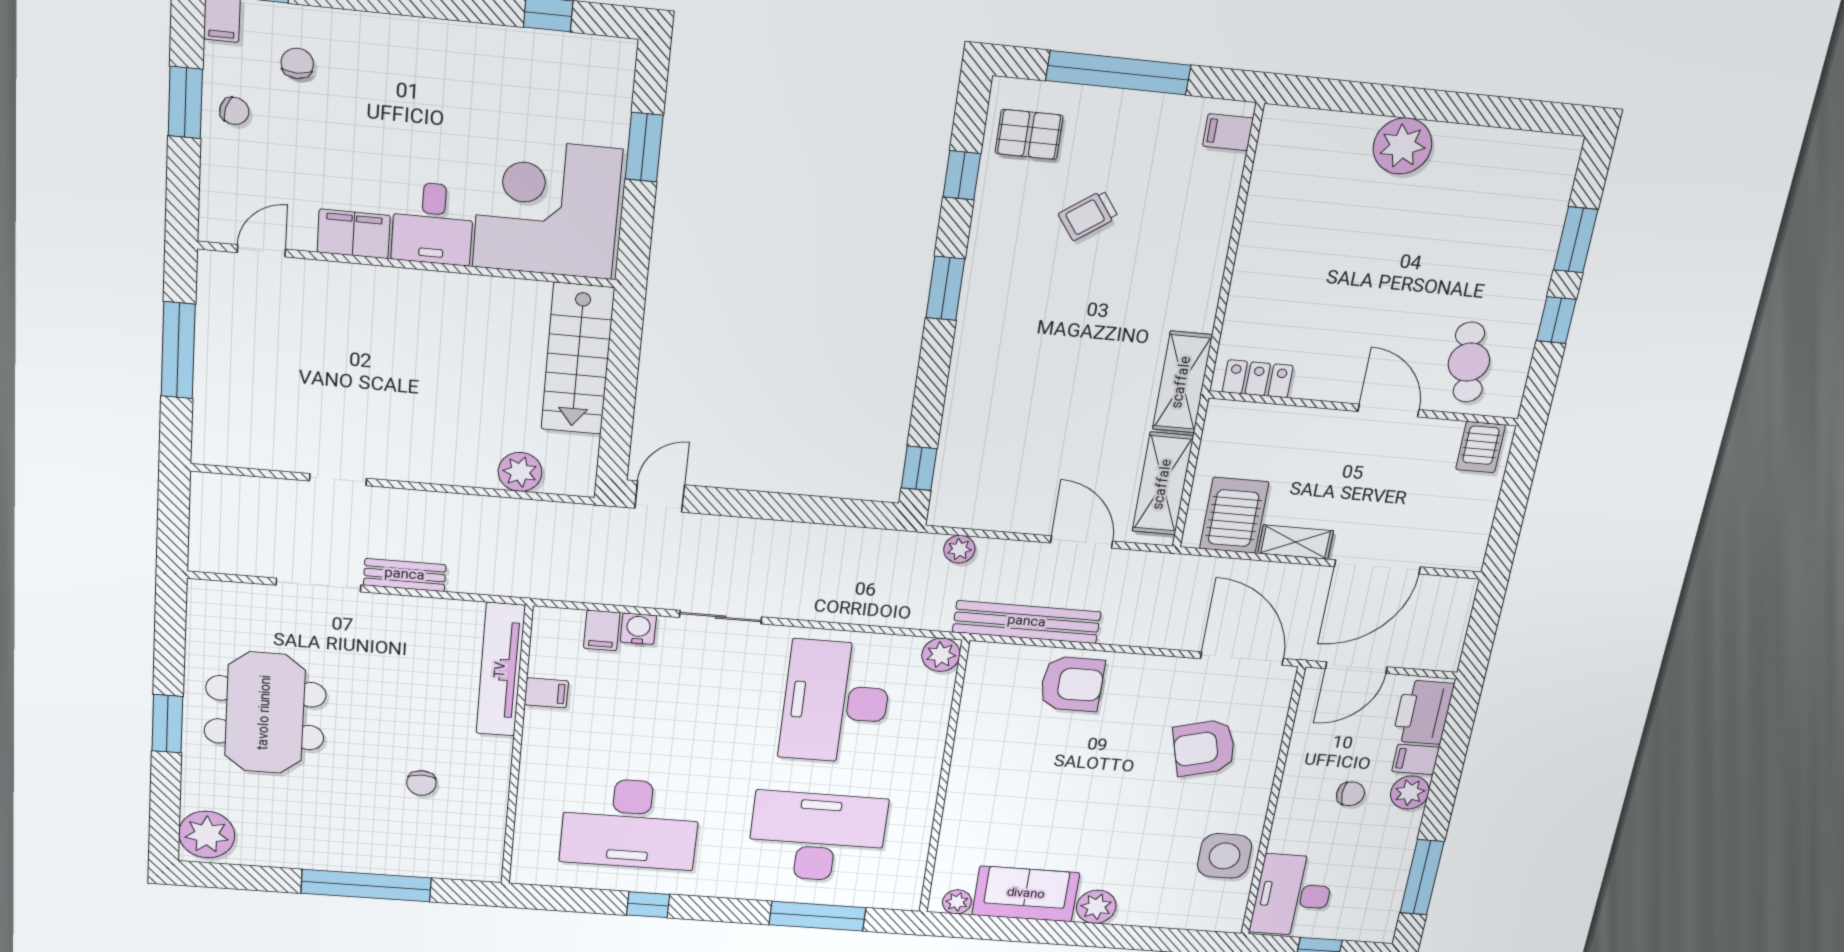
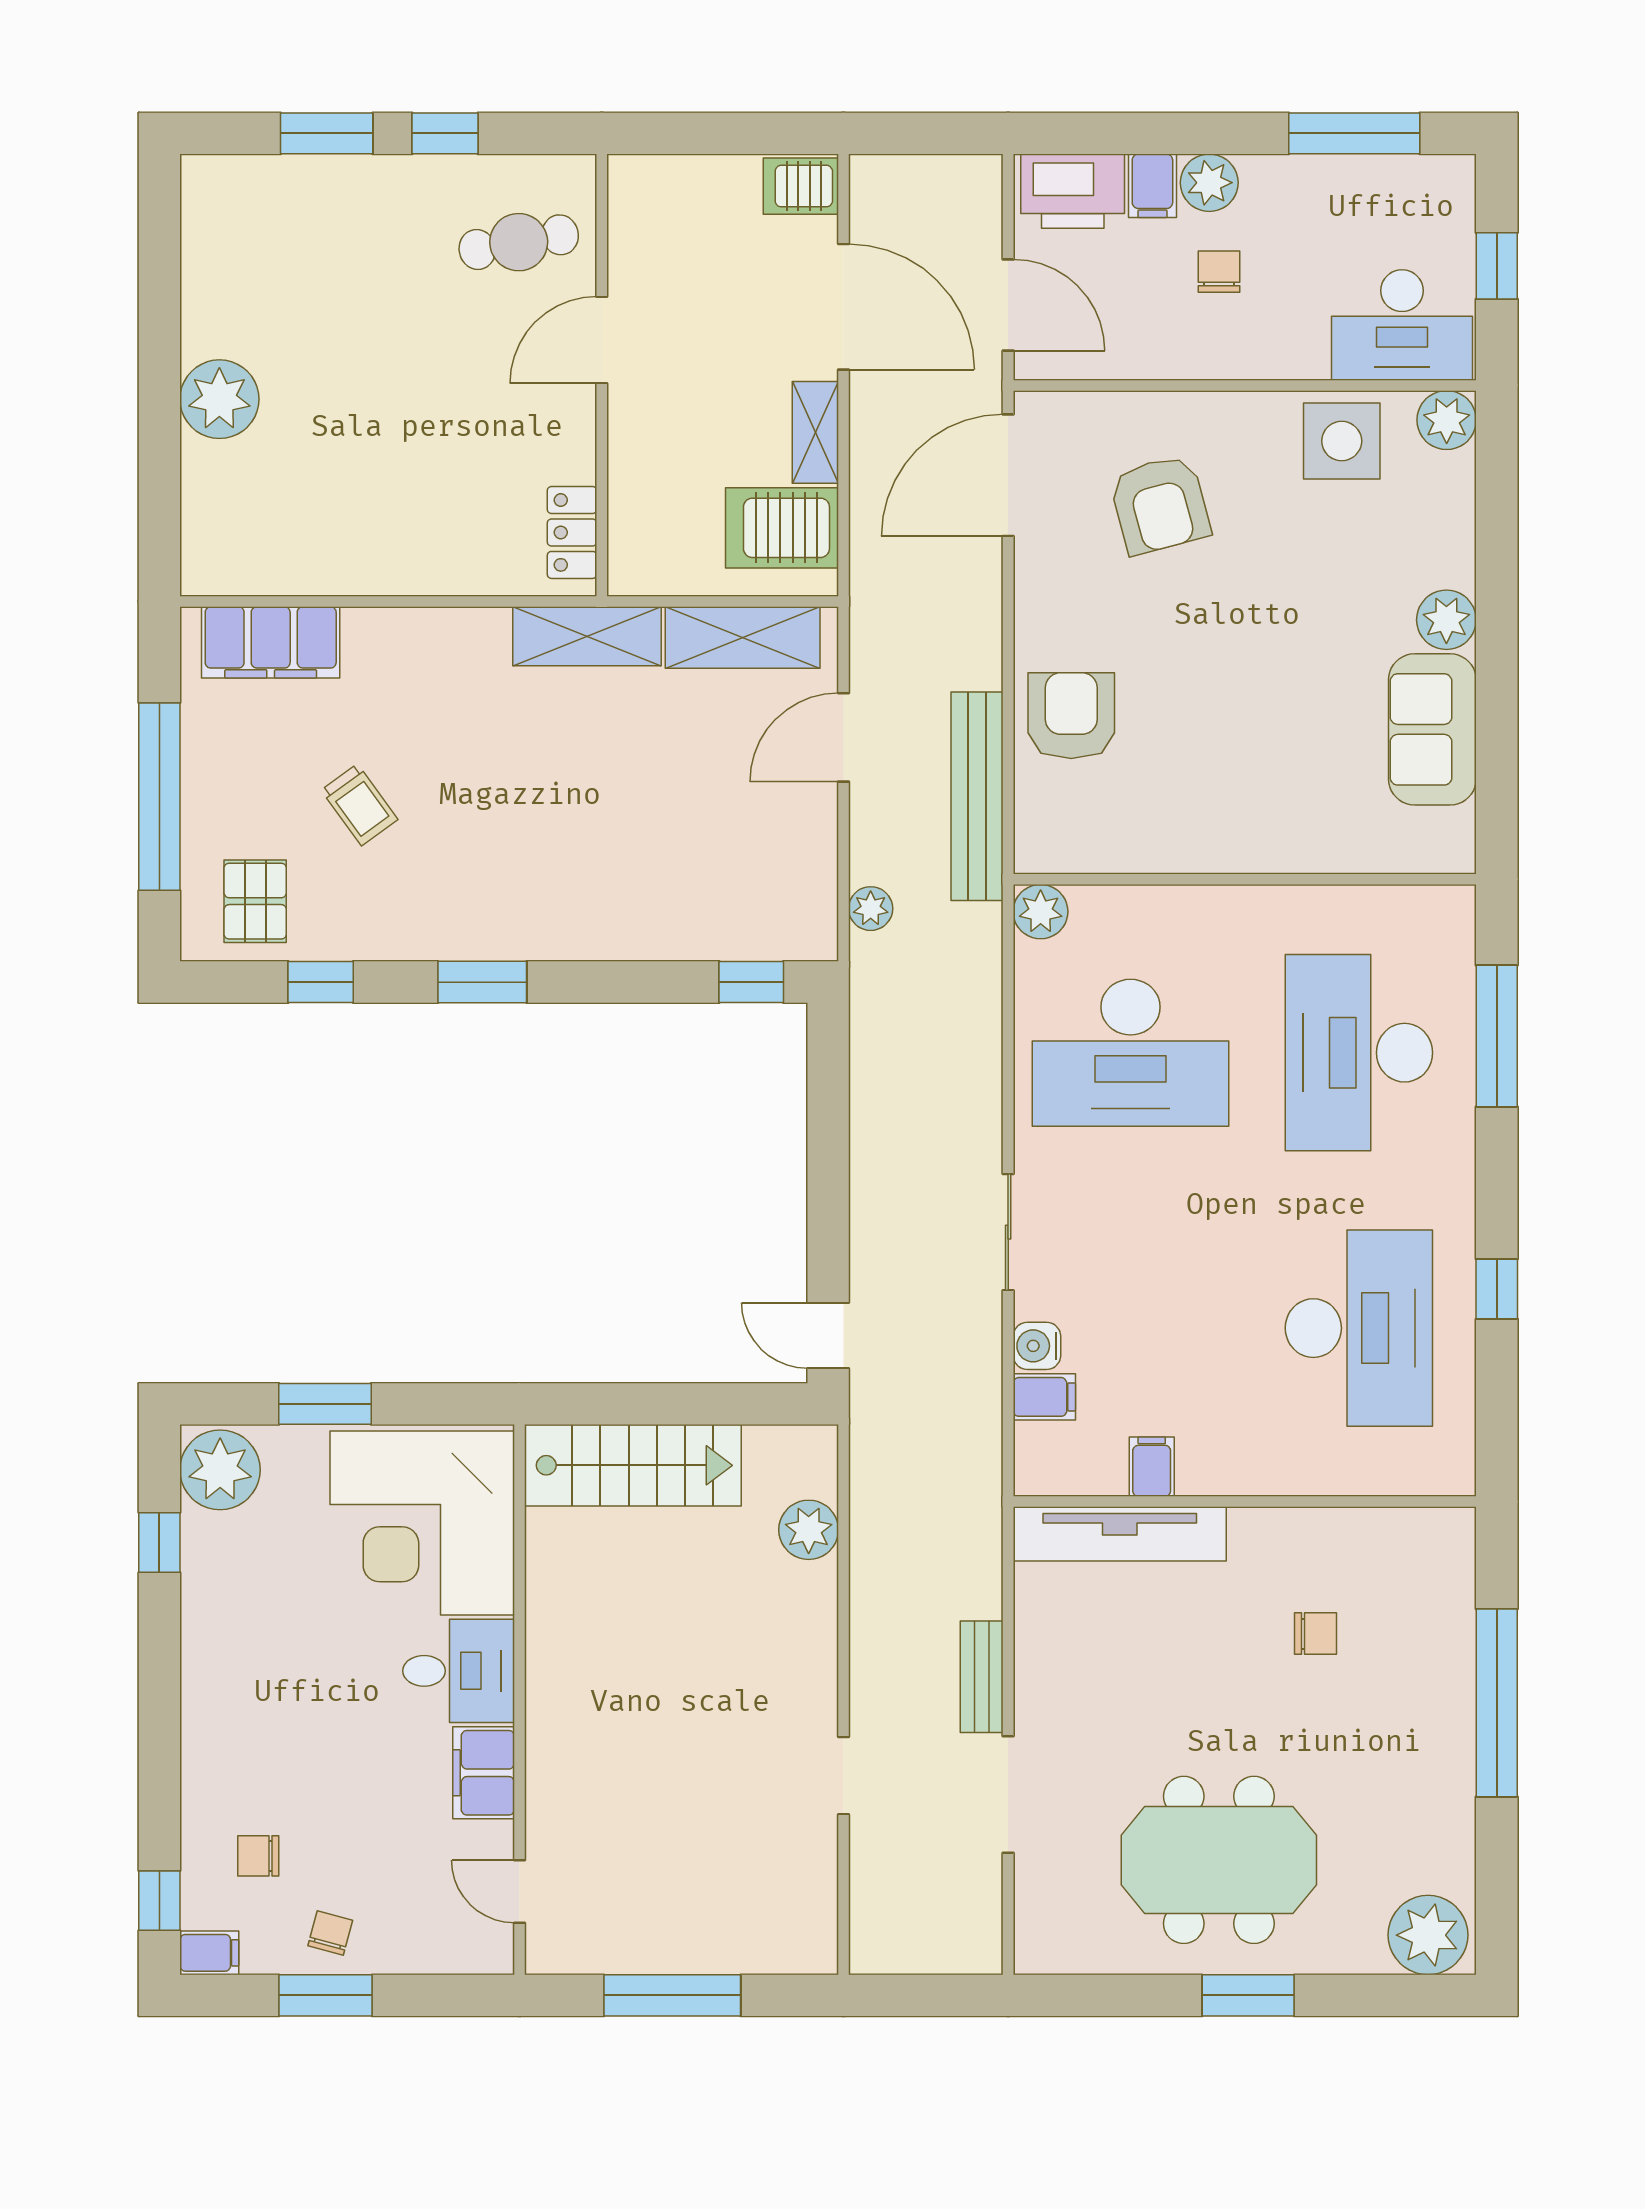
plant: (601, 65) -> (220, 1470), added
filing cabinet: (1228, 132) -> (271, 642), width x3.00, depth x1.17
server rack: (1481, 447) -> (801, 186), moved, turned 180
plant: (957, 902) -> (1447, 420), moved, width x1.38, depth x1.38

